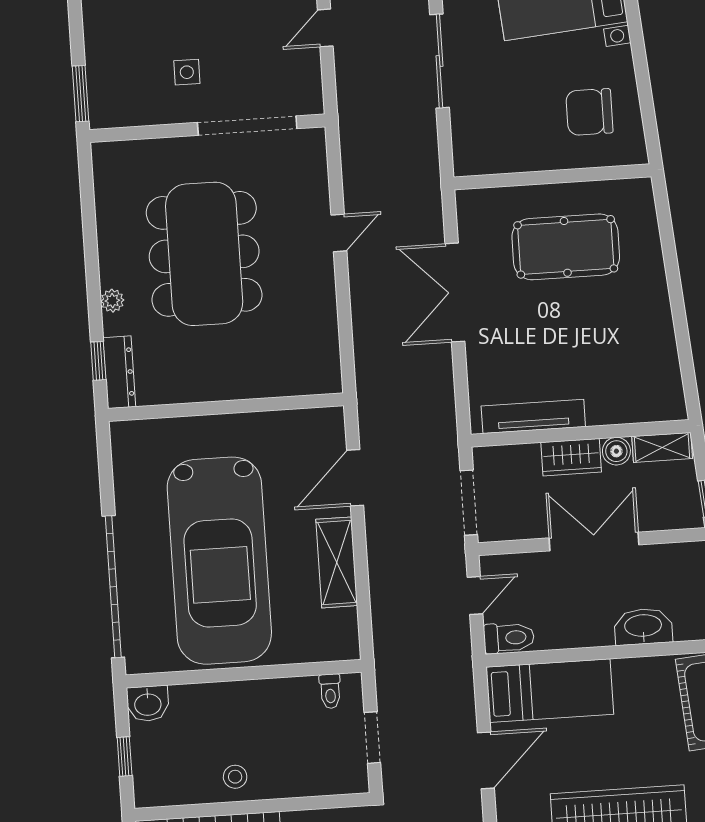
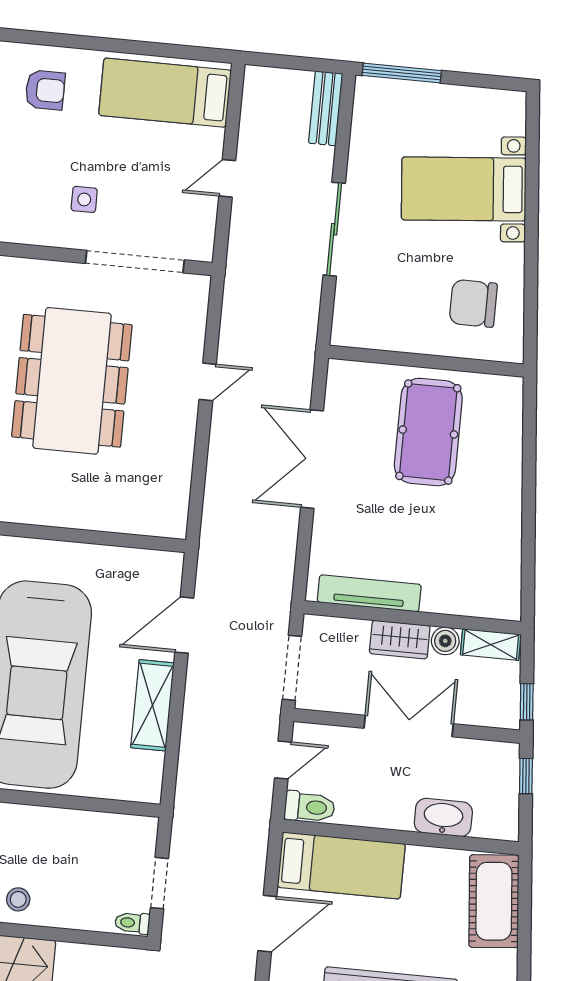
pool table: (566, 247) -> (428, 432), turned 90
toilet: (330, 691) -> (132, 923), moved, turned 90

